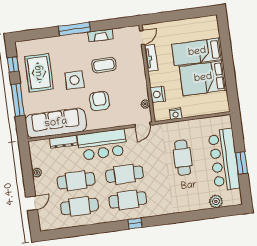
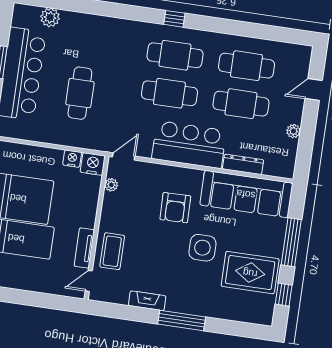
coffee table: (104, 65) -> (112, 251), moved, turned 90
rug: (39, 73) -> (250, 273), turned 90
nightstand: (158, 94) -> (93, 164), moved, turned -90

